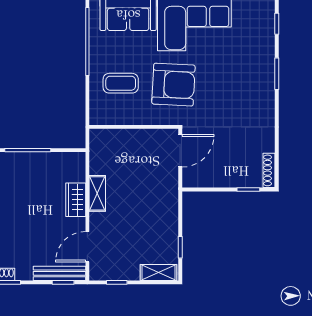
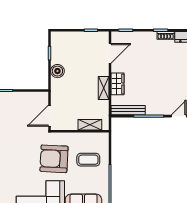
boiler: (168, 220) -> (57, 71), added
shelving: (158, 272) -> (90, 125), moved
bench: (59, 273) -> (128, 110), moved

